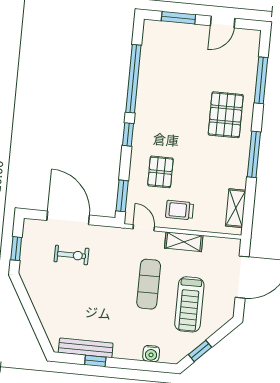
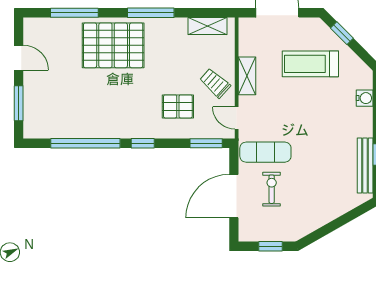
pallet: (226, 115) -> (113, 45), width x1.37, depth x1.41
trolley: (180, 210) -> (215, 83), turned 132
door: (144, 228) -> (237, 118), hinge flipped
exercise mat: (149, 284) -> (265, 152), moved
treadmill: (189, 304) -> (310, 64), turned 180
window: (200, 351) -> (342, 33), moved

